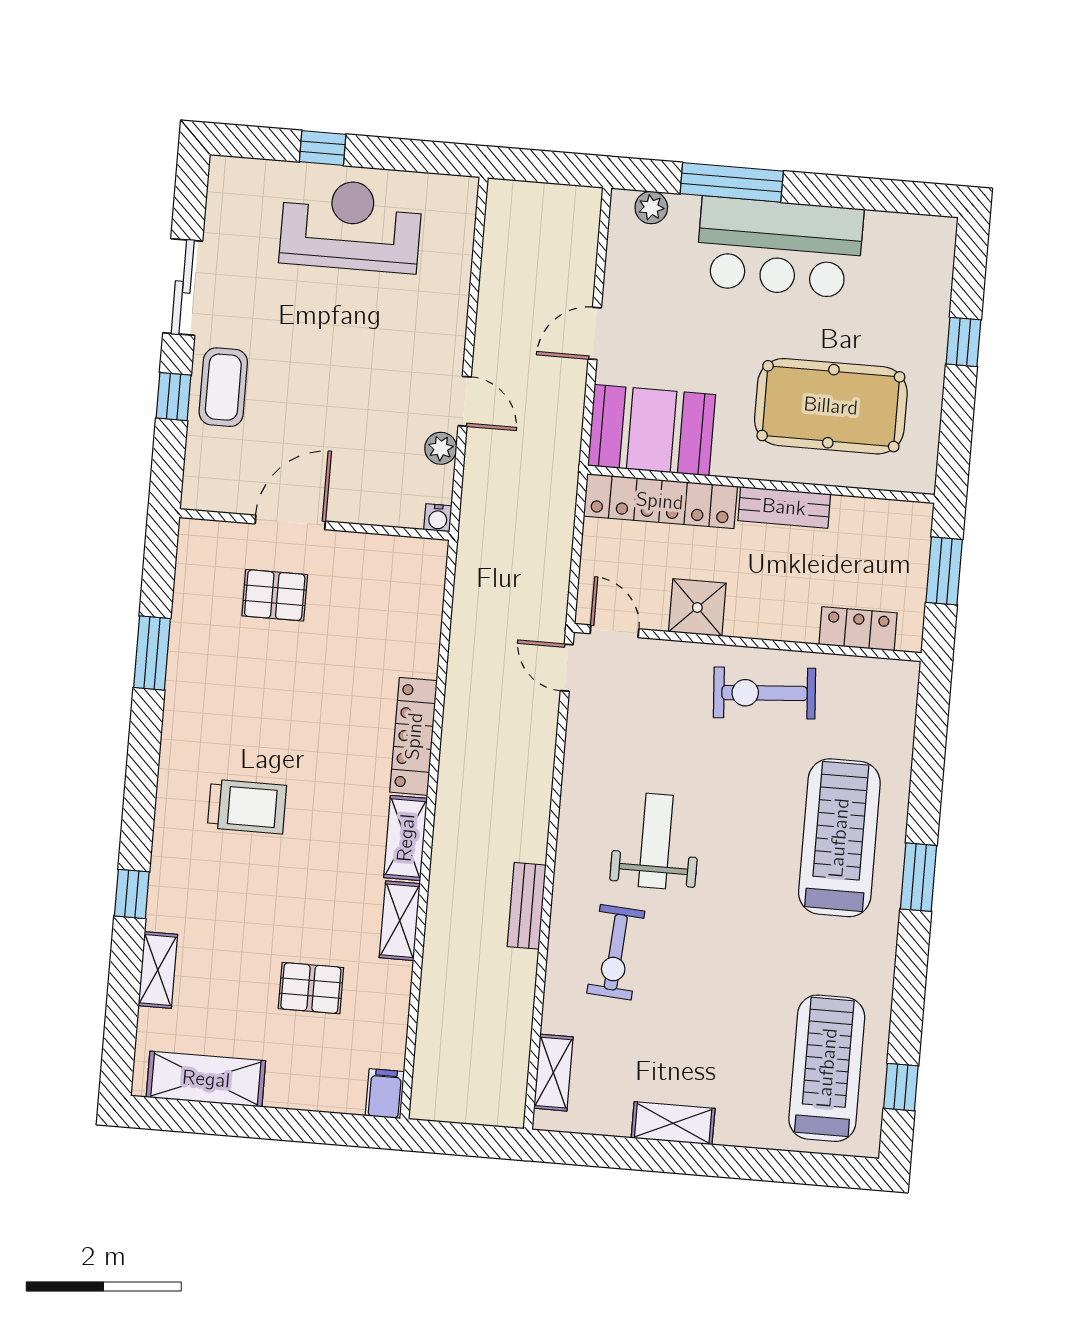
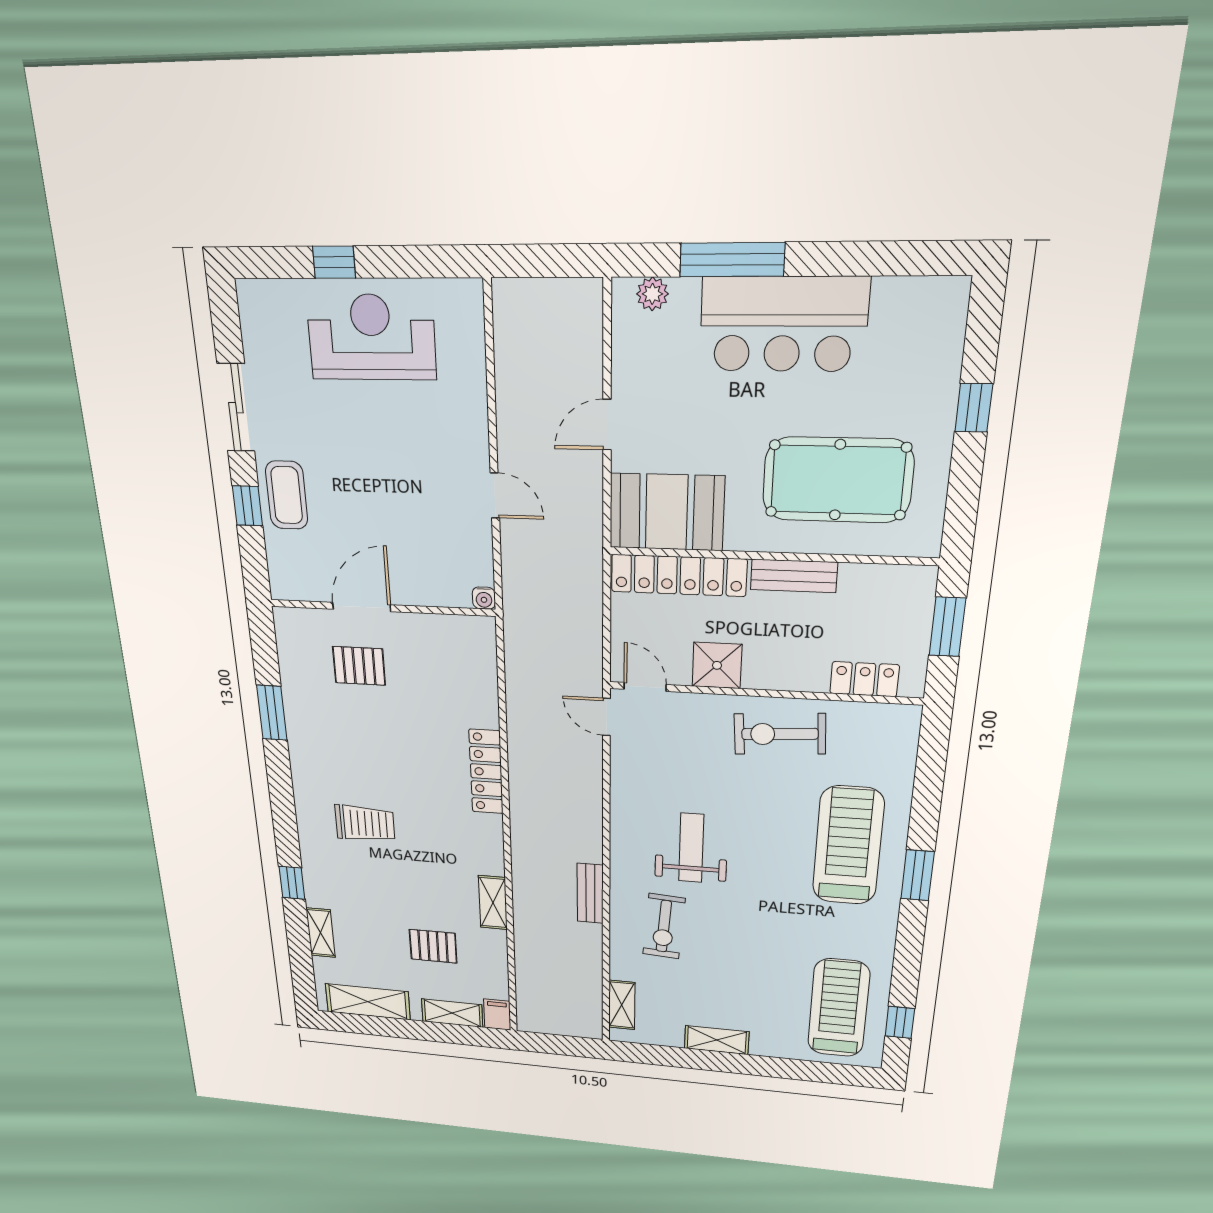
plant: (441, 448) -> (479, 538), removed
shelving: (406, 838) -> (452, 1013), moved, turned 90

